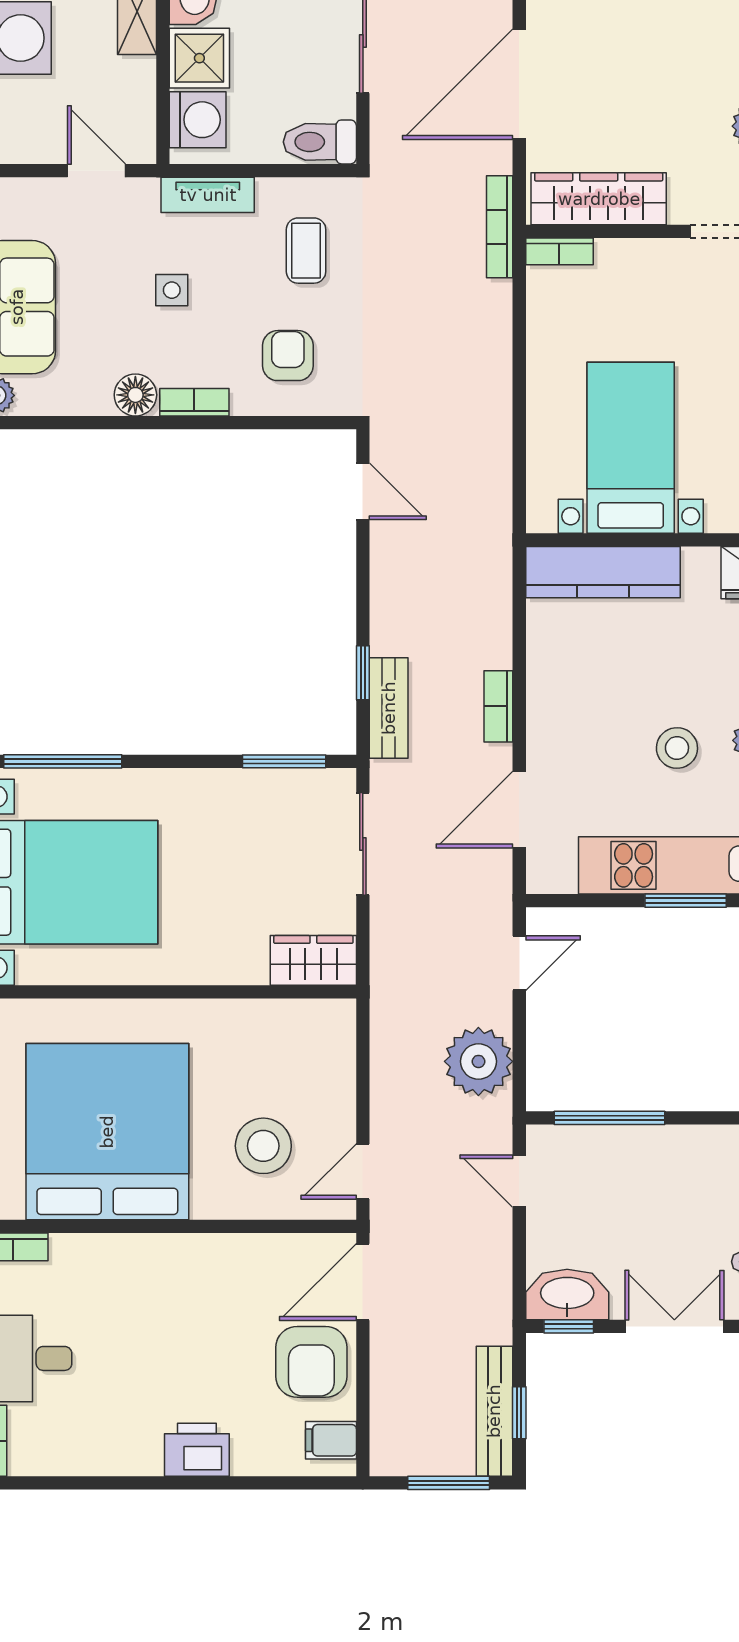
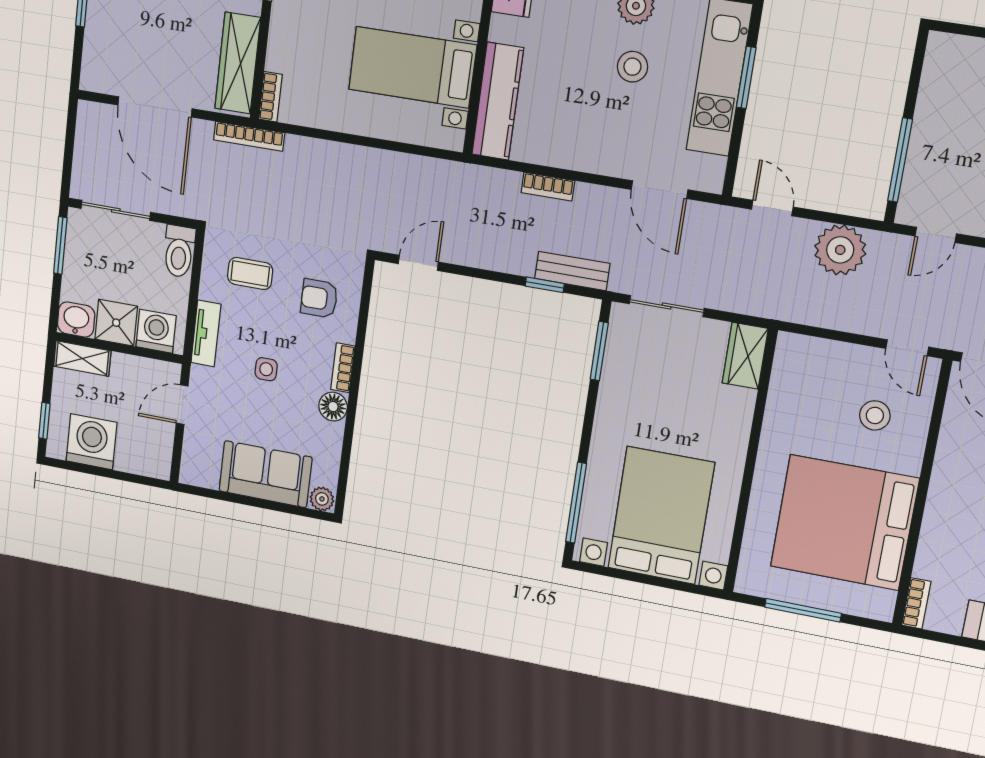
bookcase: (498, 706) -> (548, 187), moved
stool: (263, 1146) -> (875, 415), width x0.73, depth x0.73

